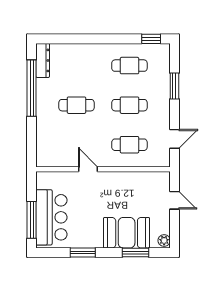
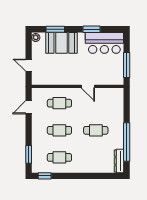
window: (174, 86) -> (29, 154), moved
bar counter: (51, 217) -> (104, 43), moved, turned -90
window: (32, 220) -> (127, 65), moved

